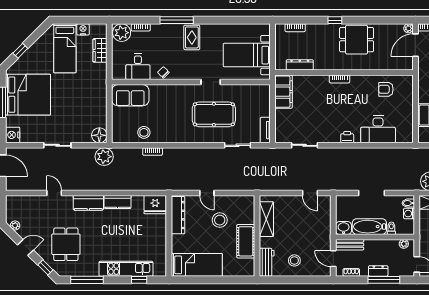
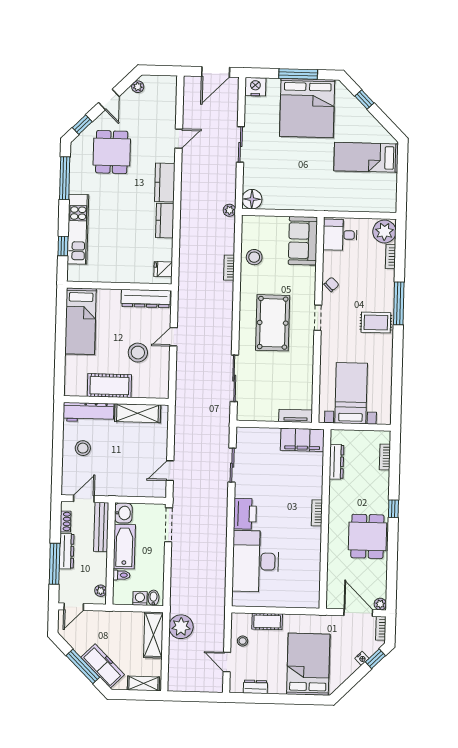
nightstand: (83, 29) -> (390, 182), removed
wardrobe: (100, 50) -> (362, 203), removed
desk: (138, 67) -> (340, 235), moved
doorway: (211, 82) -> (318, 318), moved
armchair: (386, 89) -> (302, 573), removed
pool table: (214, 114) -> (273, 323), moved
desk: (378, 129) -> (256, 561), width x1.36, depth x1.30
tv unit: (265, 130) -> (296, 416), moved
printer: (347, 137) -> (245, 514), width x1.87, depth x1.48
sliding door: (238, 145) -> (234, 378), width x1.37
plant: (104, 157) -> (229, 210), width x0.53, depth x0.53
doorway: (371, 193) -> (169, 525), moved
fridge: (155, 205) -> (163, 269), width x0.53, depth x0.75
dining table: (66, 244) -> (112, 152), turned 90
bench: (350, 245) -> (101, 527), width x1.36
workbench: (267, 262) -> (88, 412), width x1.38
dresser: (378, 271) -> (67, 551), width x1.44

